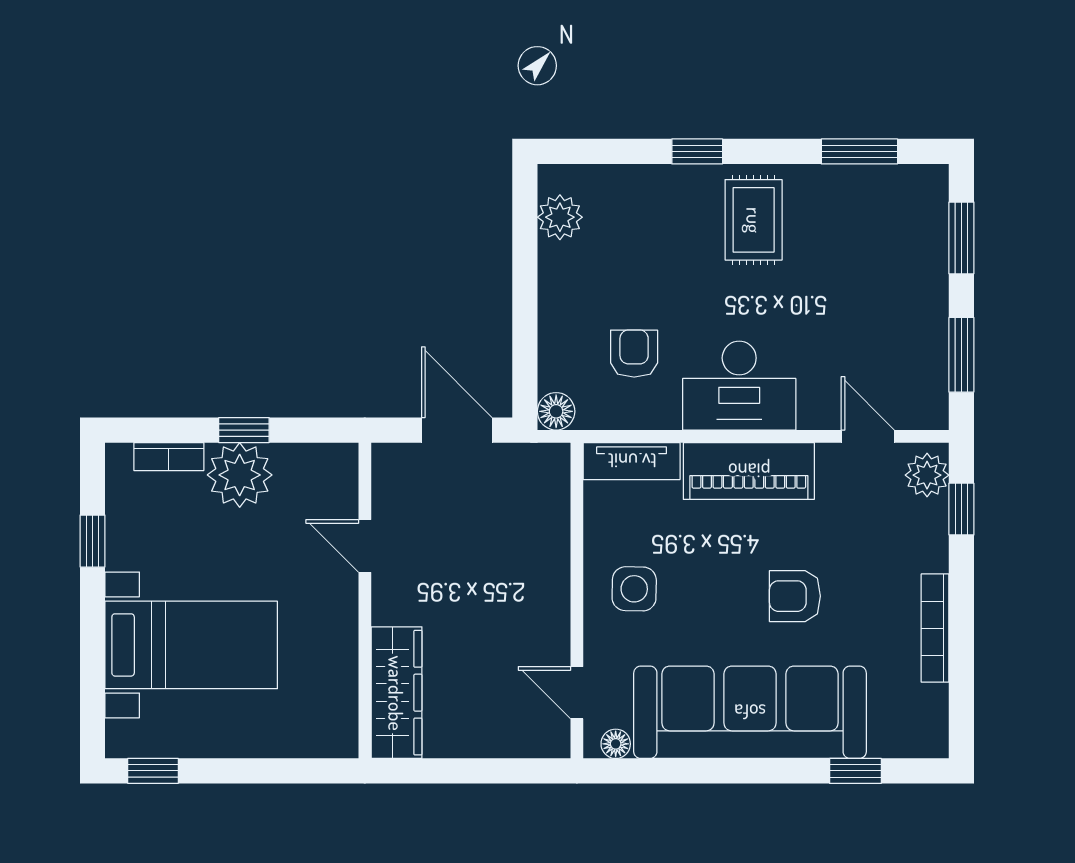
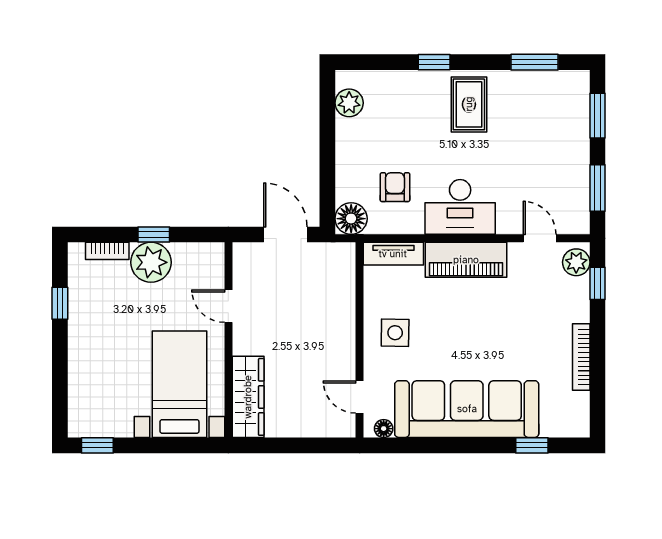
floor lamp: (556, 411) -> (351, 219), width x1.38, depth x1.38
armchair: (795, 596) -> (495, 337), removed
bed with nightstands: (191, 645) -> (179, 384), moved, turned -90

